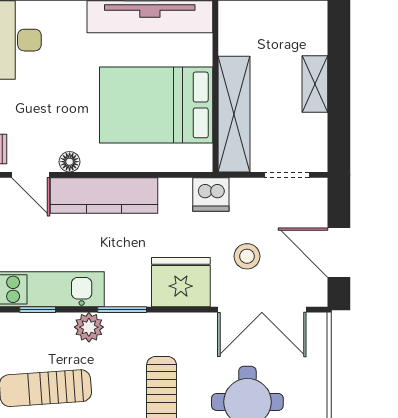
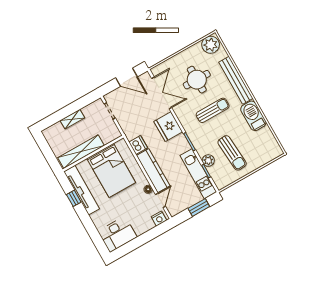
shelving: (234, 114) -> (81, 152), moved
dishwasher: (211, 194) -> (138, 145), moved
door: (339, 253) -> (127, 77), hinge flipped
stool: (247, 256) -> (146, 109), removed
plant: (89, 327) -> (208, 161), moved

